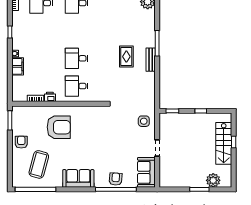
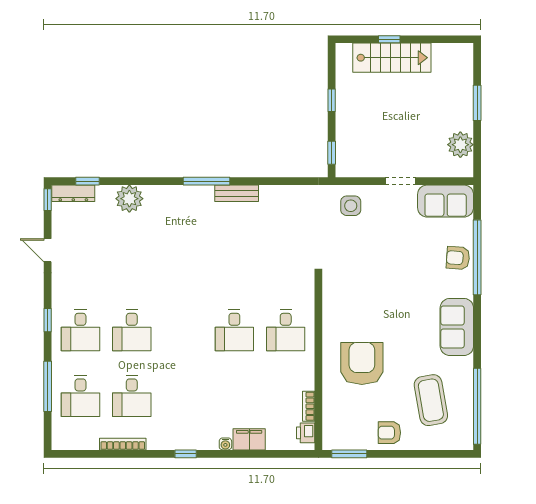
rug: (126, 57) -> (231, 238), removed
printer: (50, 97) -> (306, 433), moved
coffee table: (39, 164) -> (431, 400), turned 65
plant: (213, 180) -> (460, 145), moved

